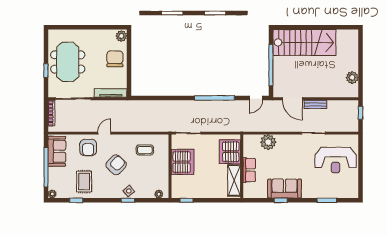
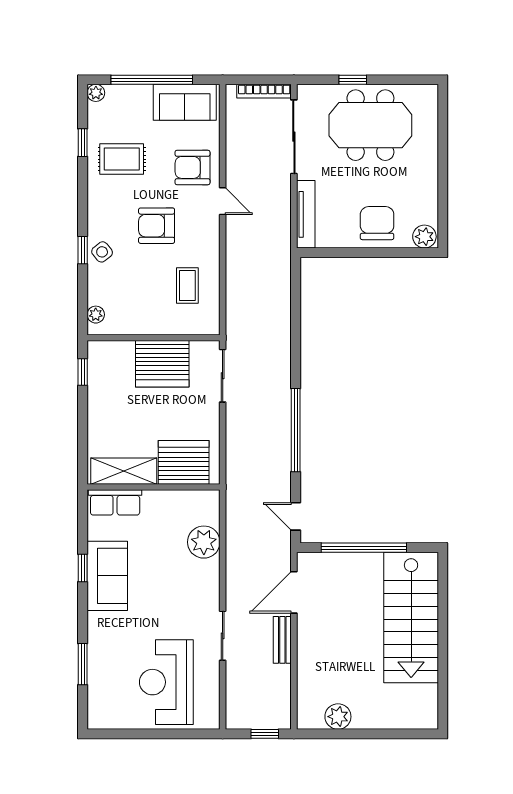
chair: (115, 59) -> (377, 223), turned -90
armchair: (116, 165) -> (157, 226), turned 137
row of seats: (249, 170) -> (115, 502), moved

